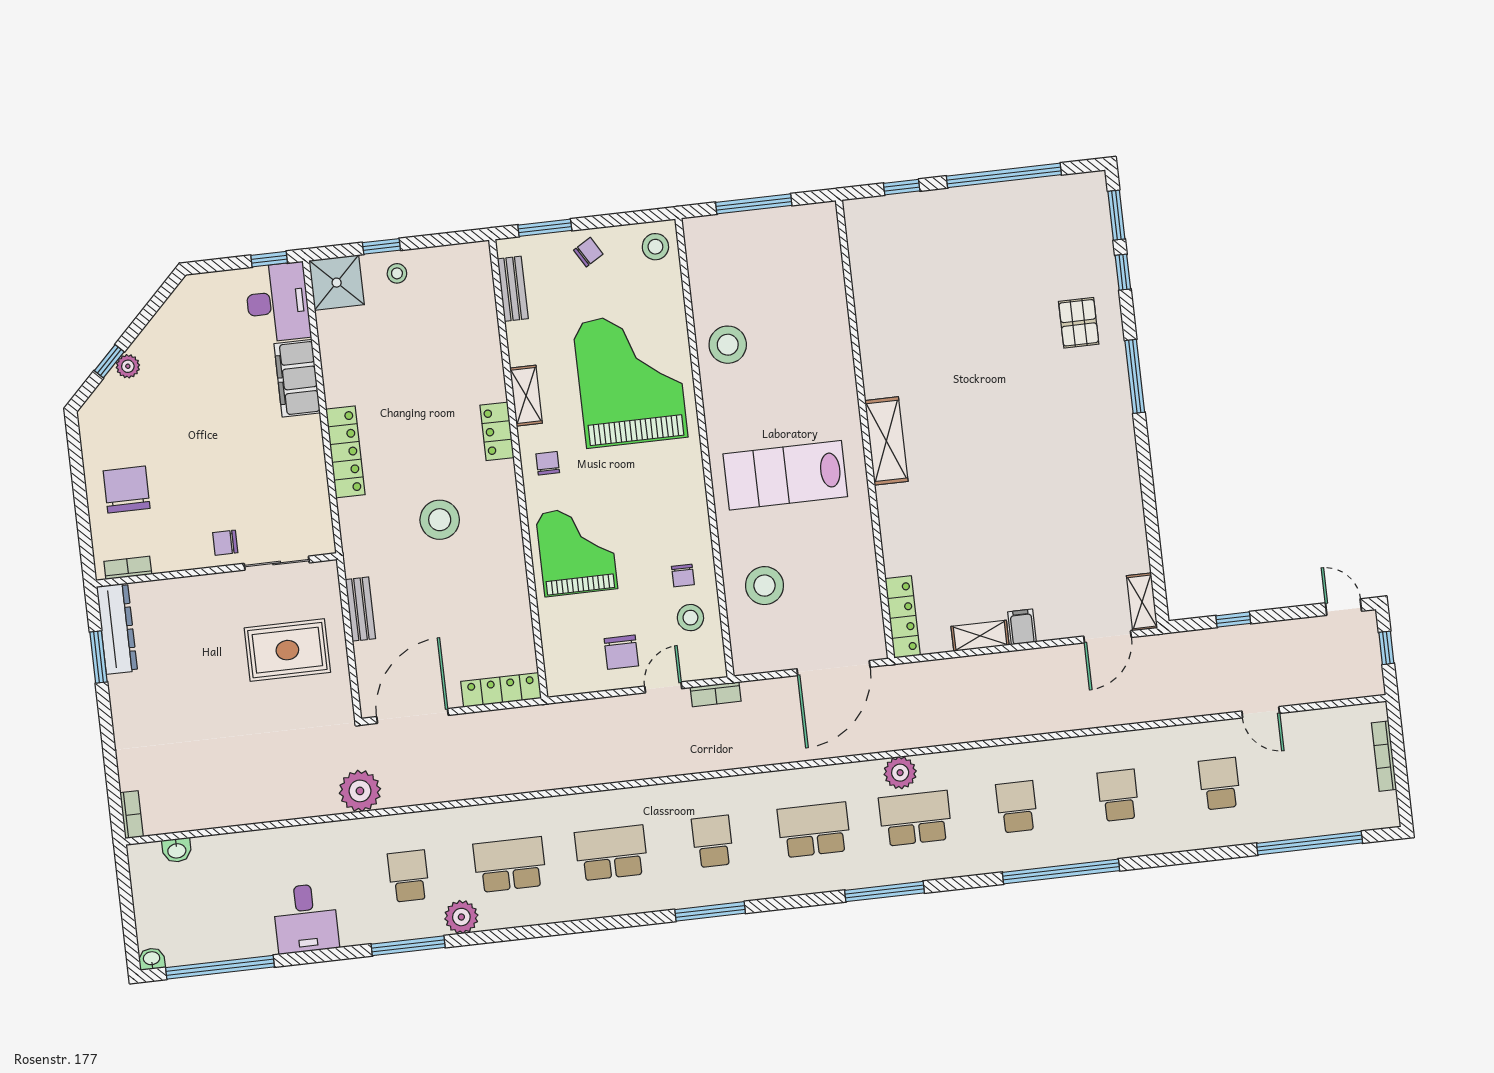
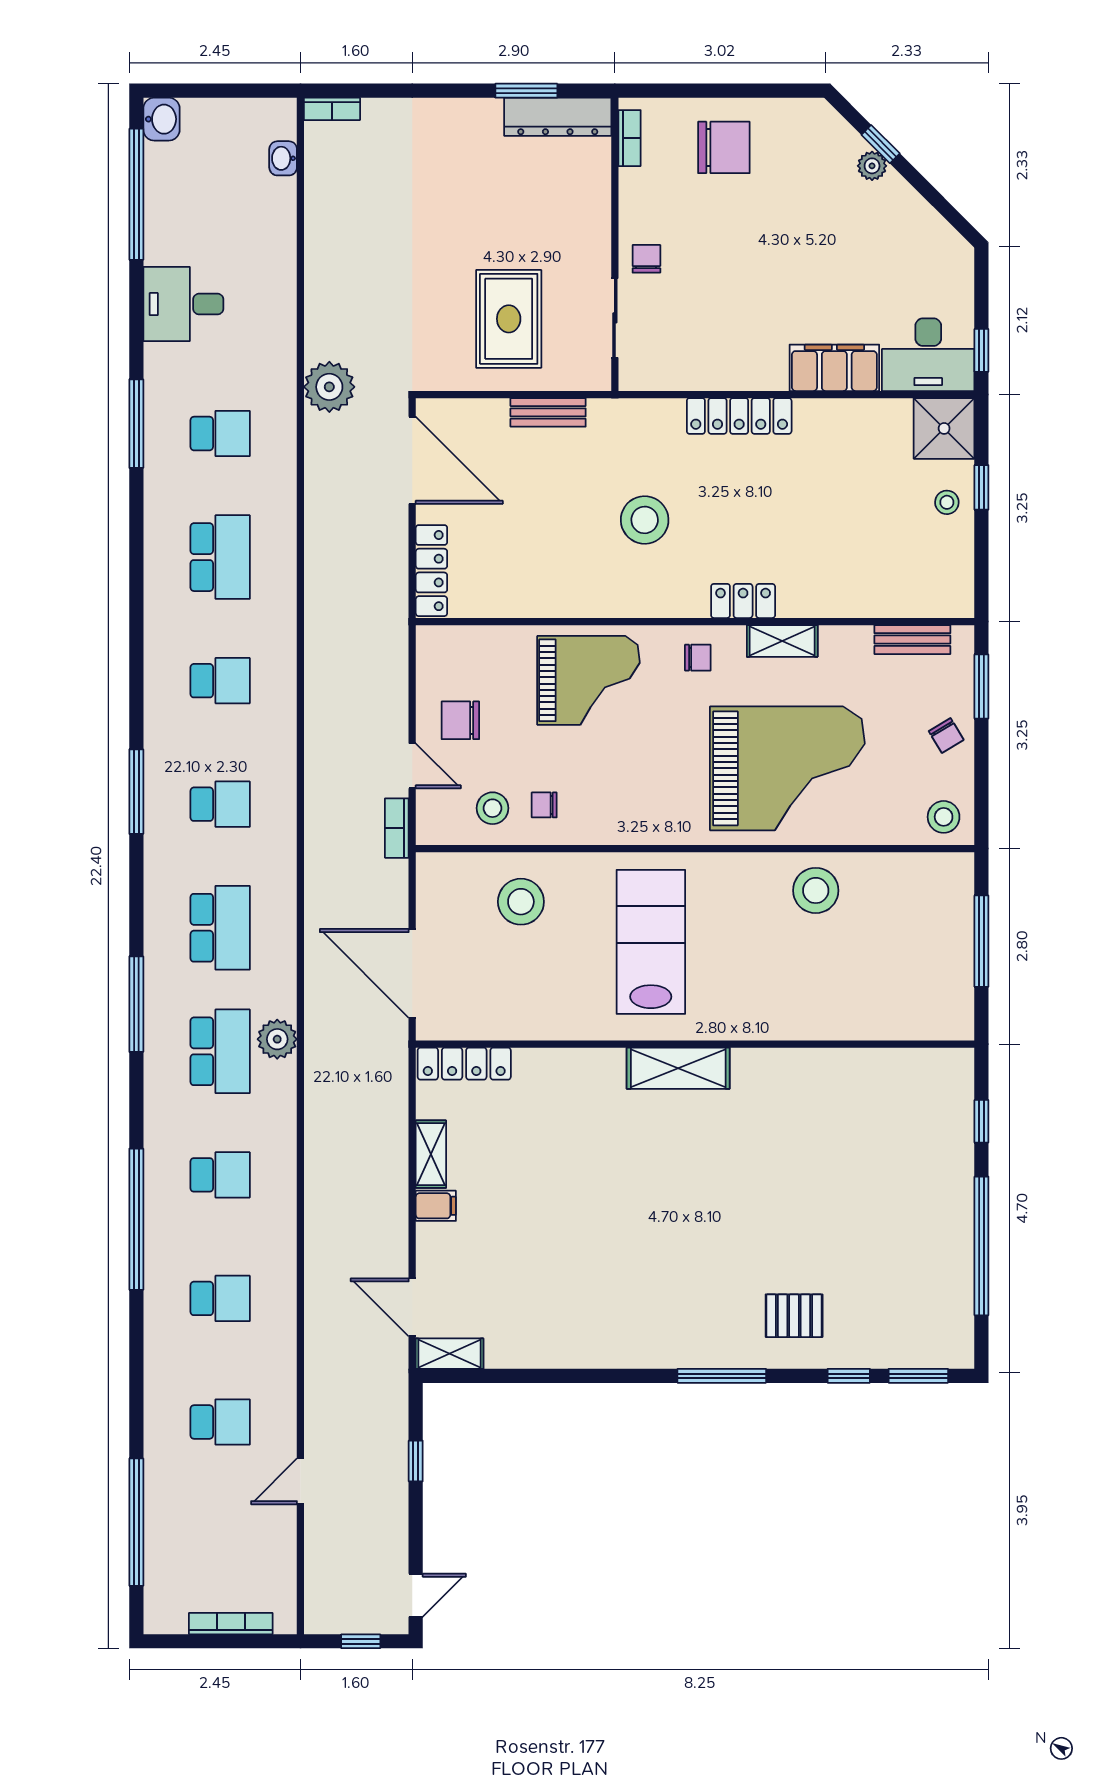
school desk: (611, 853) -> (220, 681), width x0.54
plant: (461, 917) -> (164, 492), removed
washbasin: (152, 959) -> (161, 119), width x1.38, depth x1.45

